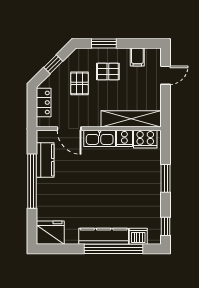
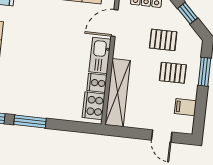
pallet: (108, 72) -> (173, 73), turned 90
window: (166, 178) -> (30, 122), moved

